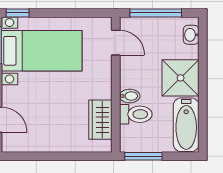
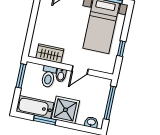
window: (18, 13) -> (121, 49), moved
door: (116, 43) -> (80, 70), moved
window: (203, 106) -> (45, 120), added

